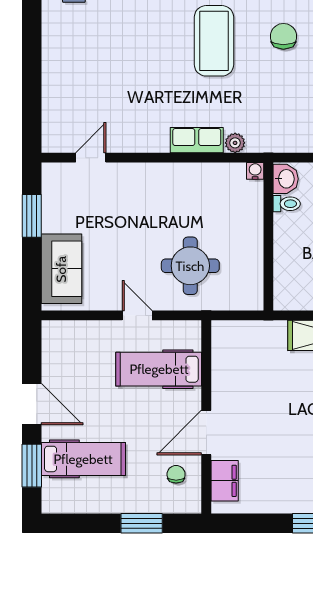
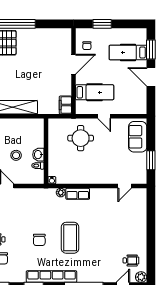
washbasin: (286, 179) -> (38, 155), moved
filing cabinet: (225, 481) -> (65, 105), moved

